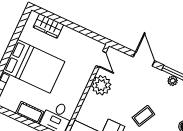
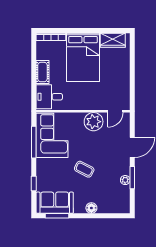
wardrobe: (48, 26) -> (113, 40), moved, turned -90

